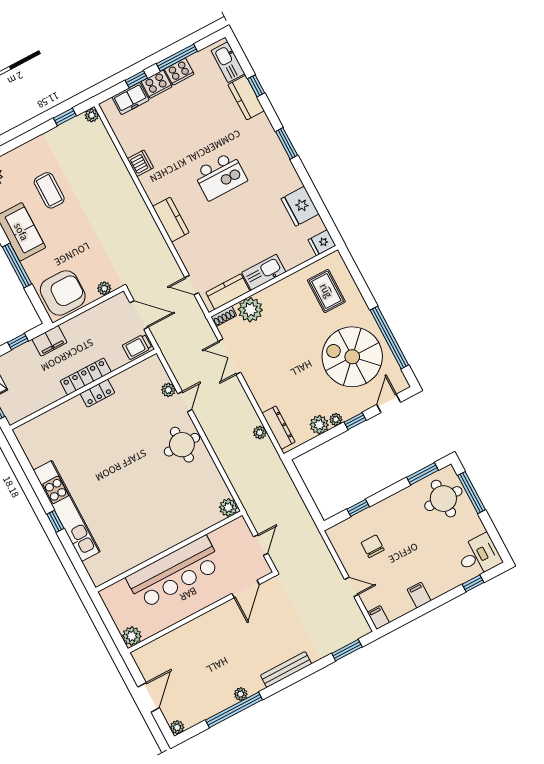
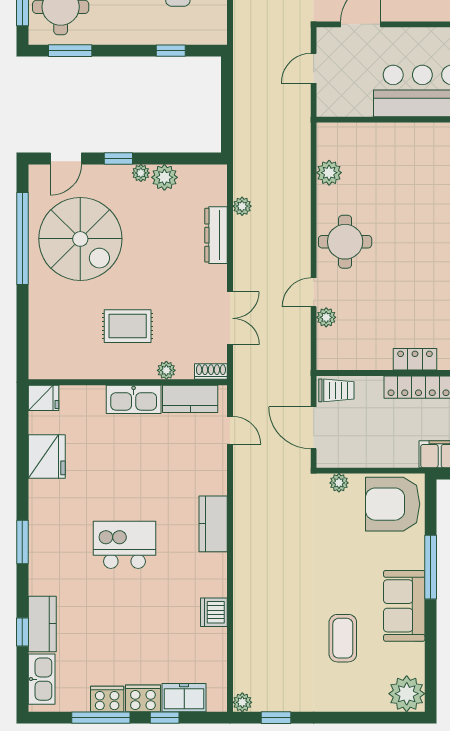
rug: (326, 291) -> (128, 326), moved, turned 90
plant: (250, 310) -> (166, 370), width x0.53, depth x0.53
dresser: (279, 428) -> (216, 235), moved
plant: (228, 507) -> (329, 173), moved

